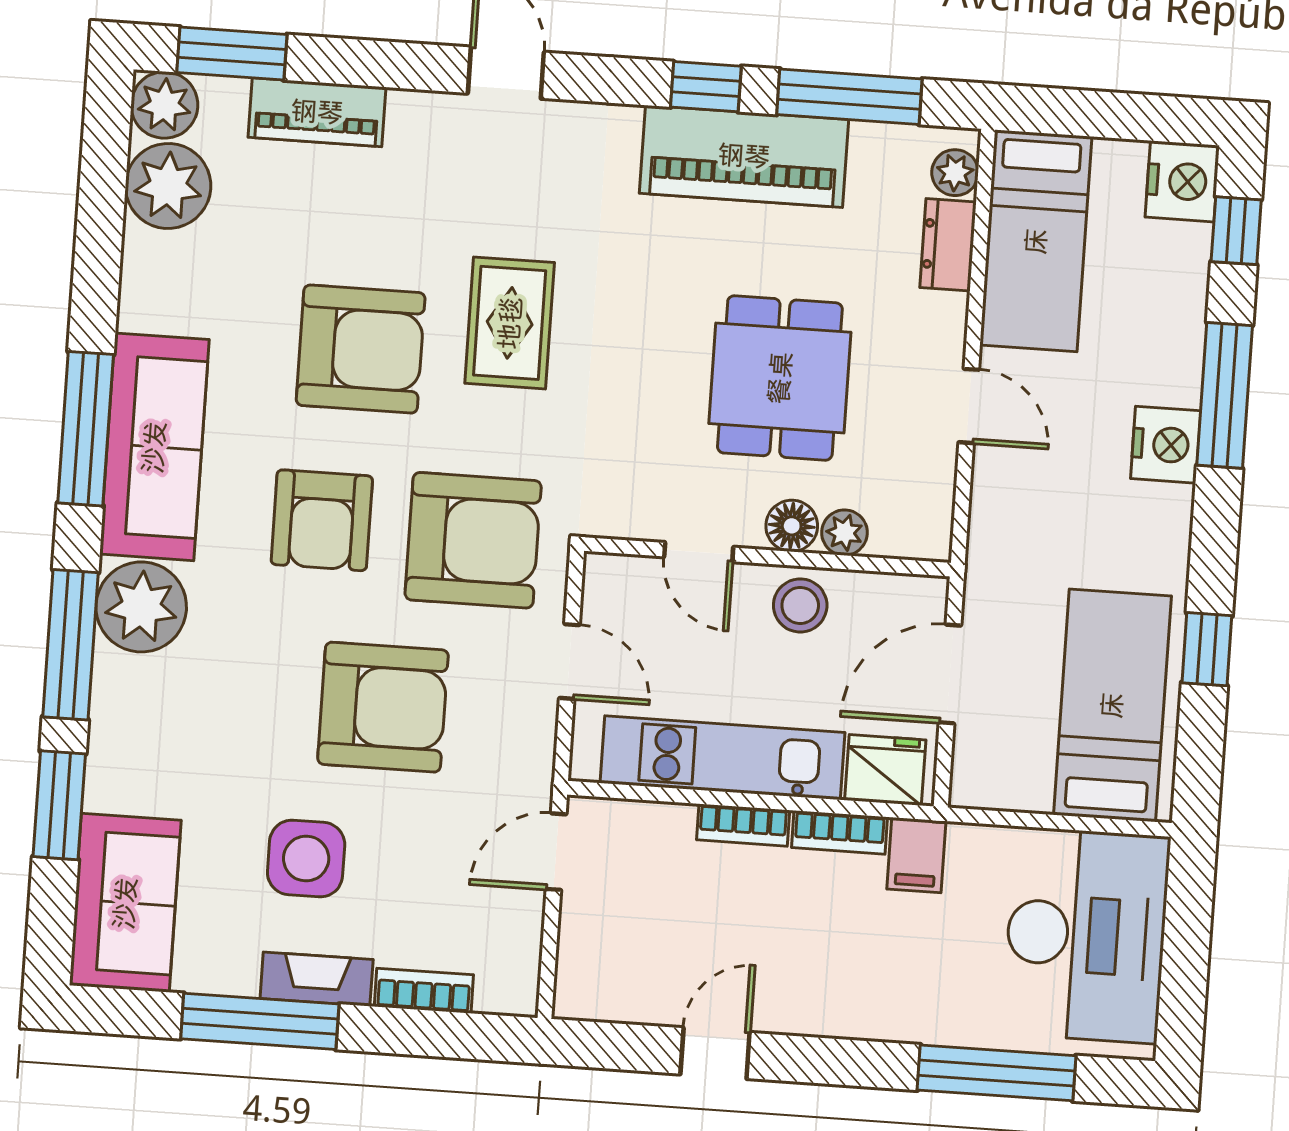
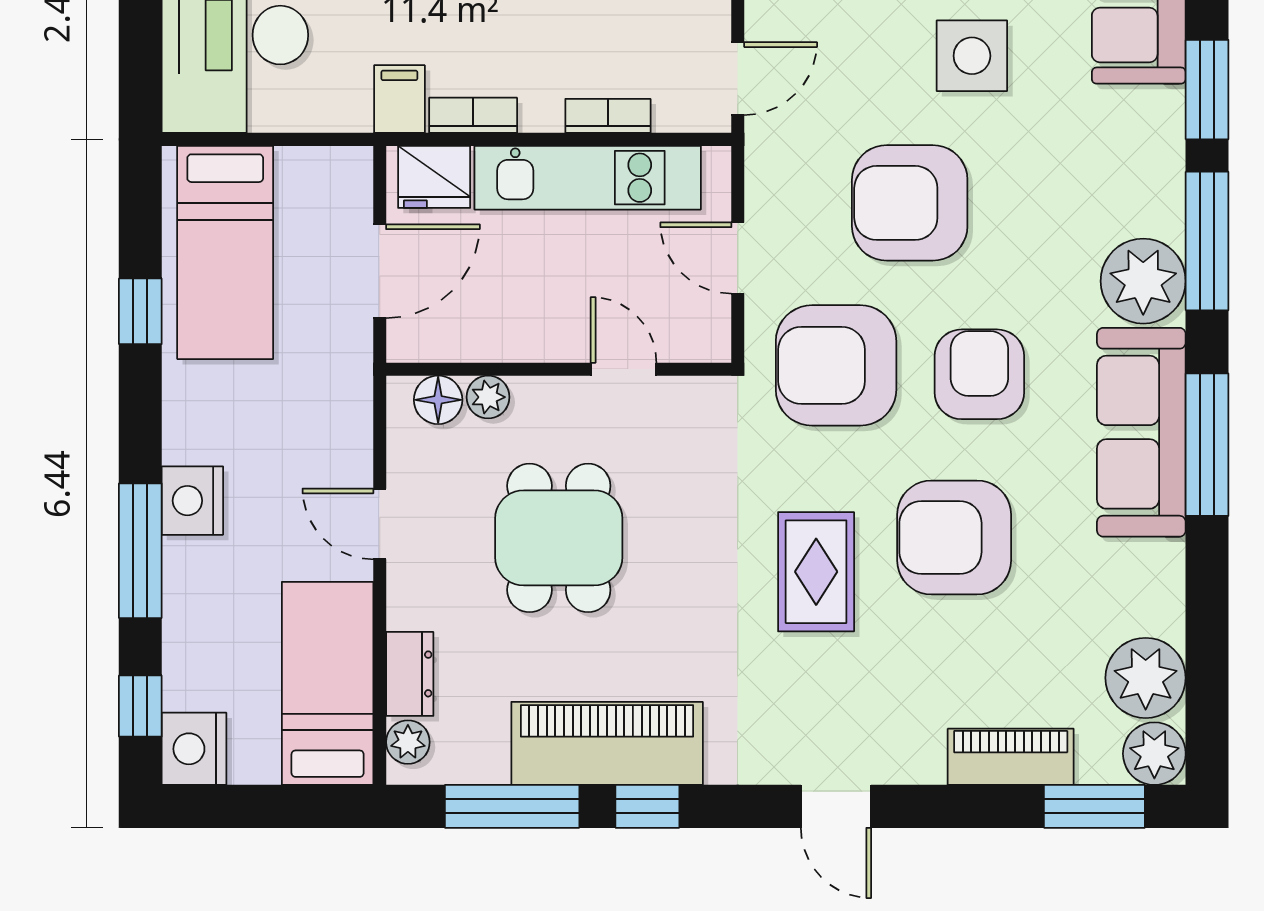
floor lamp: (792, 526) -> (438, 400), moved
stool: (800, 605) -> (525, 326), removed
bookcase: (743, 825) -> (608, 116), moved

